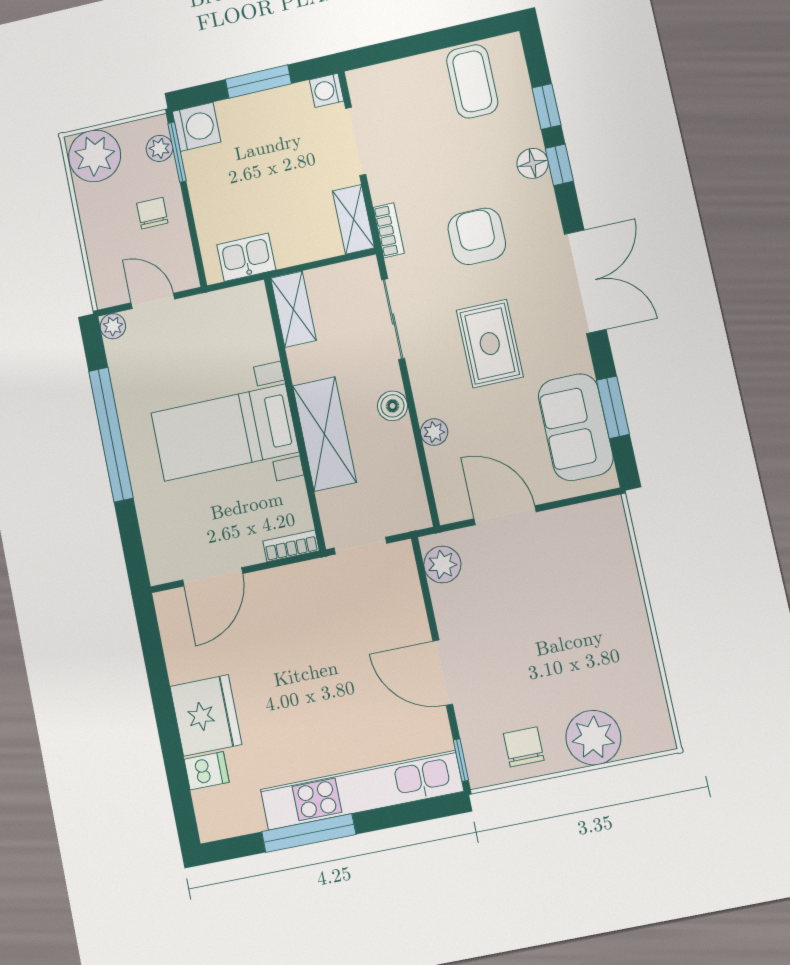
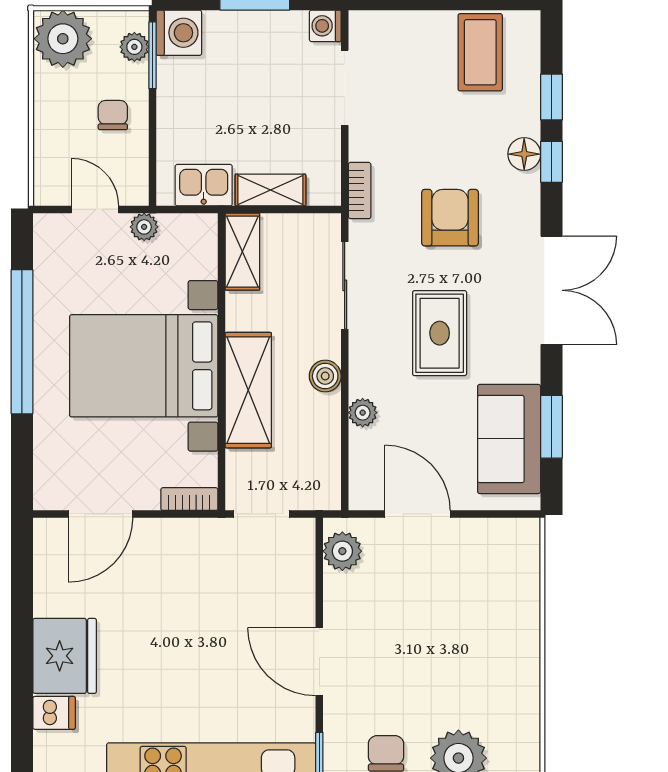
shelving: (353, 219) -> (270, 190), moved, turned 90
plant: (113, 326) -> (144, 227), moved
bed with nightstands: (225, 432) -> (144, 366), width x1.36

